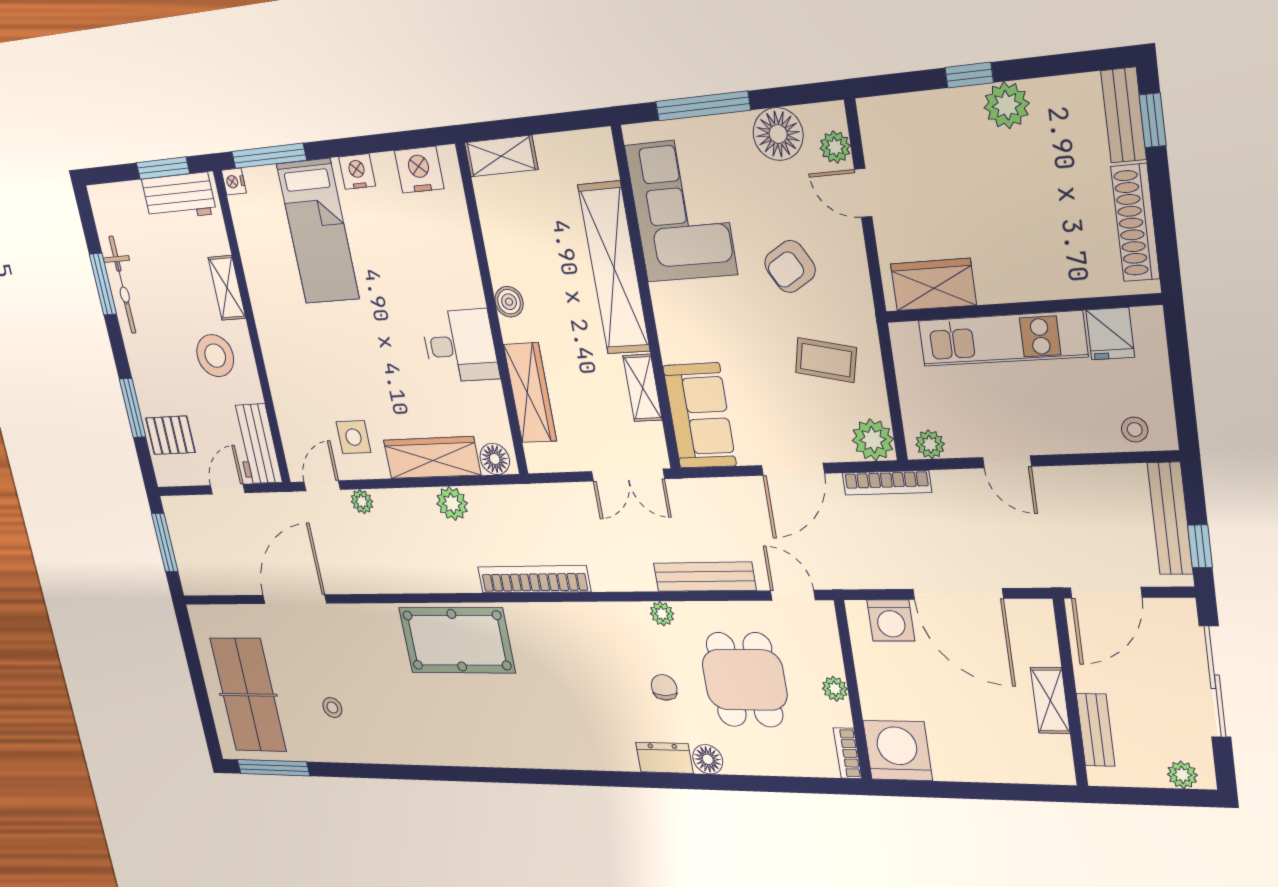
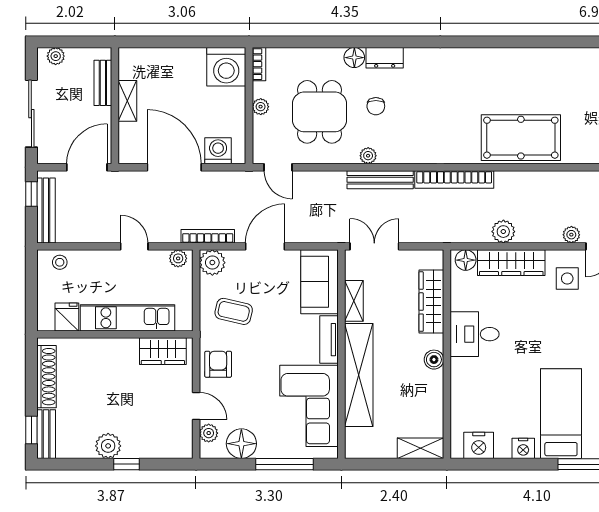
armchair: (790, 267) -> (218, 364), moved, turned -60
tv unit: (669, 323) -> (329, 340), added
bench: (705, 577) -> (380, 180), moved

